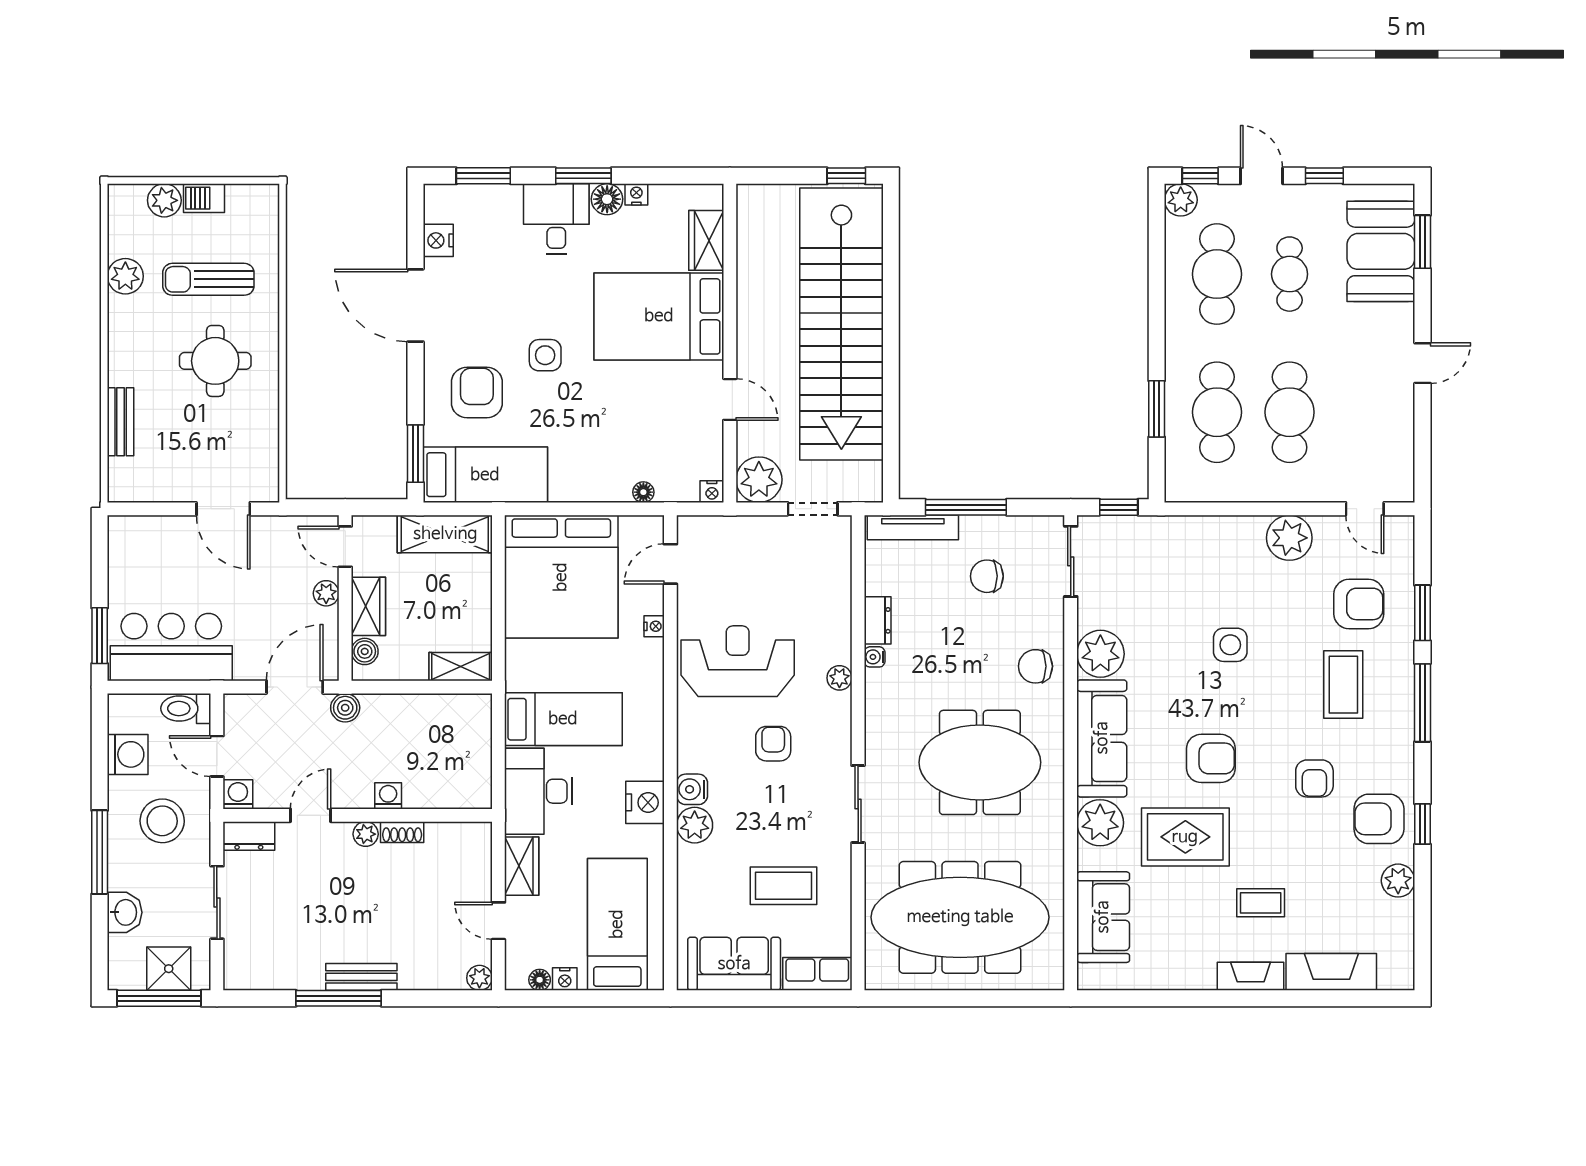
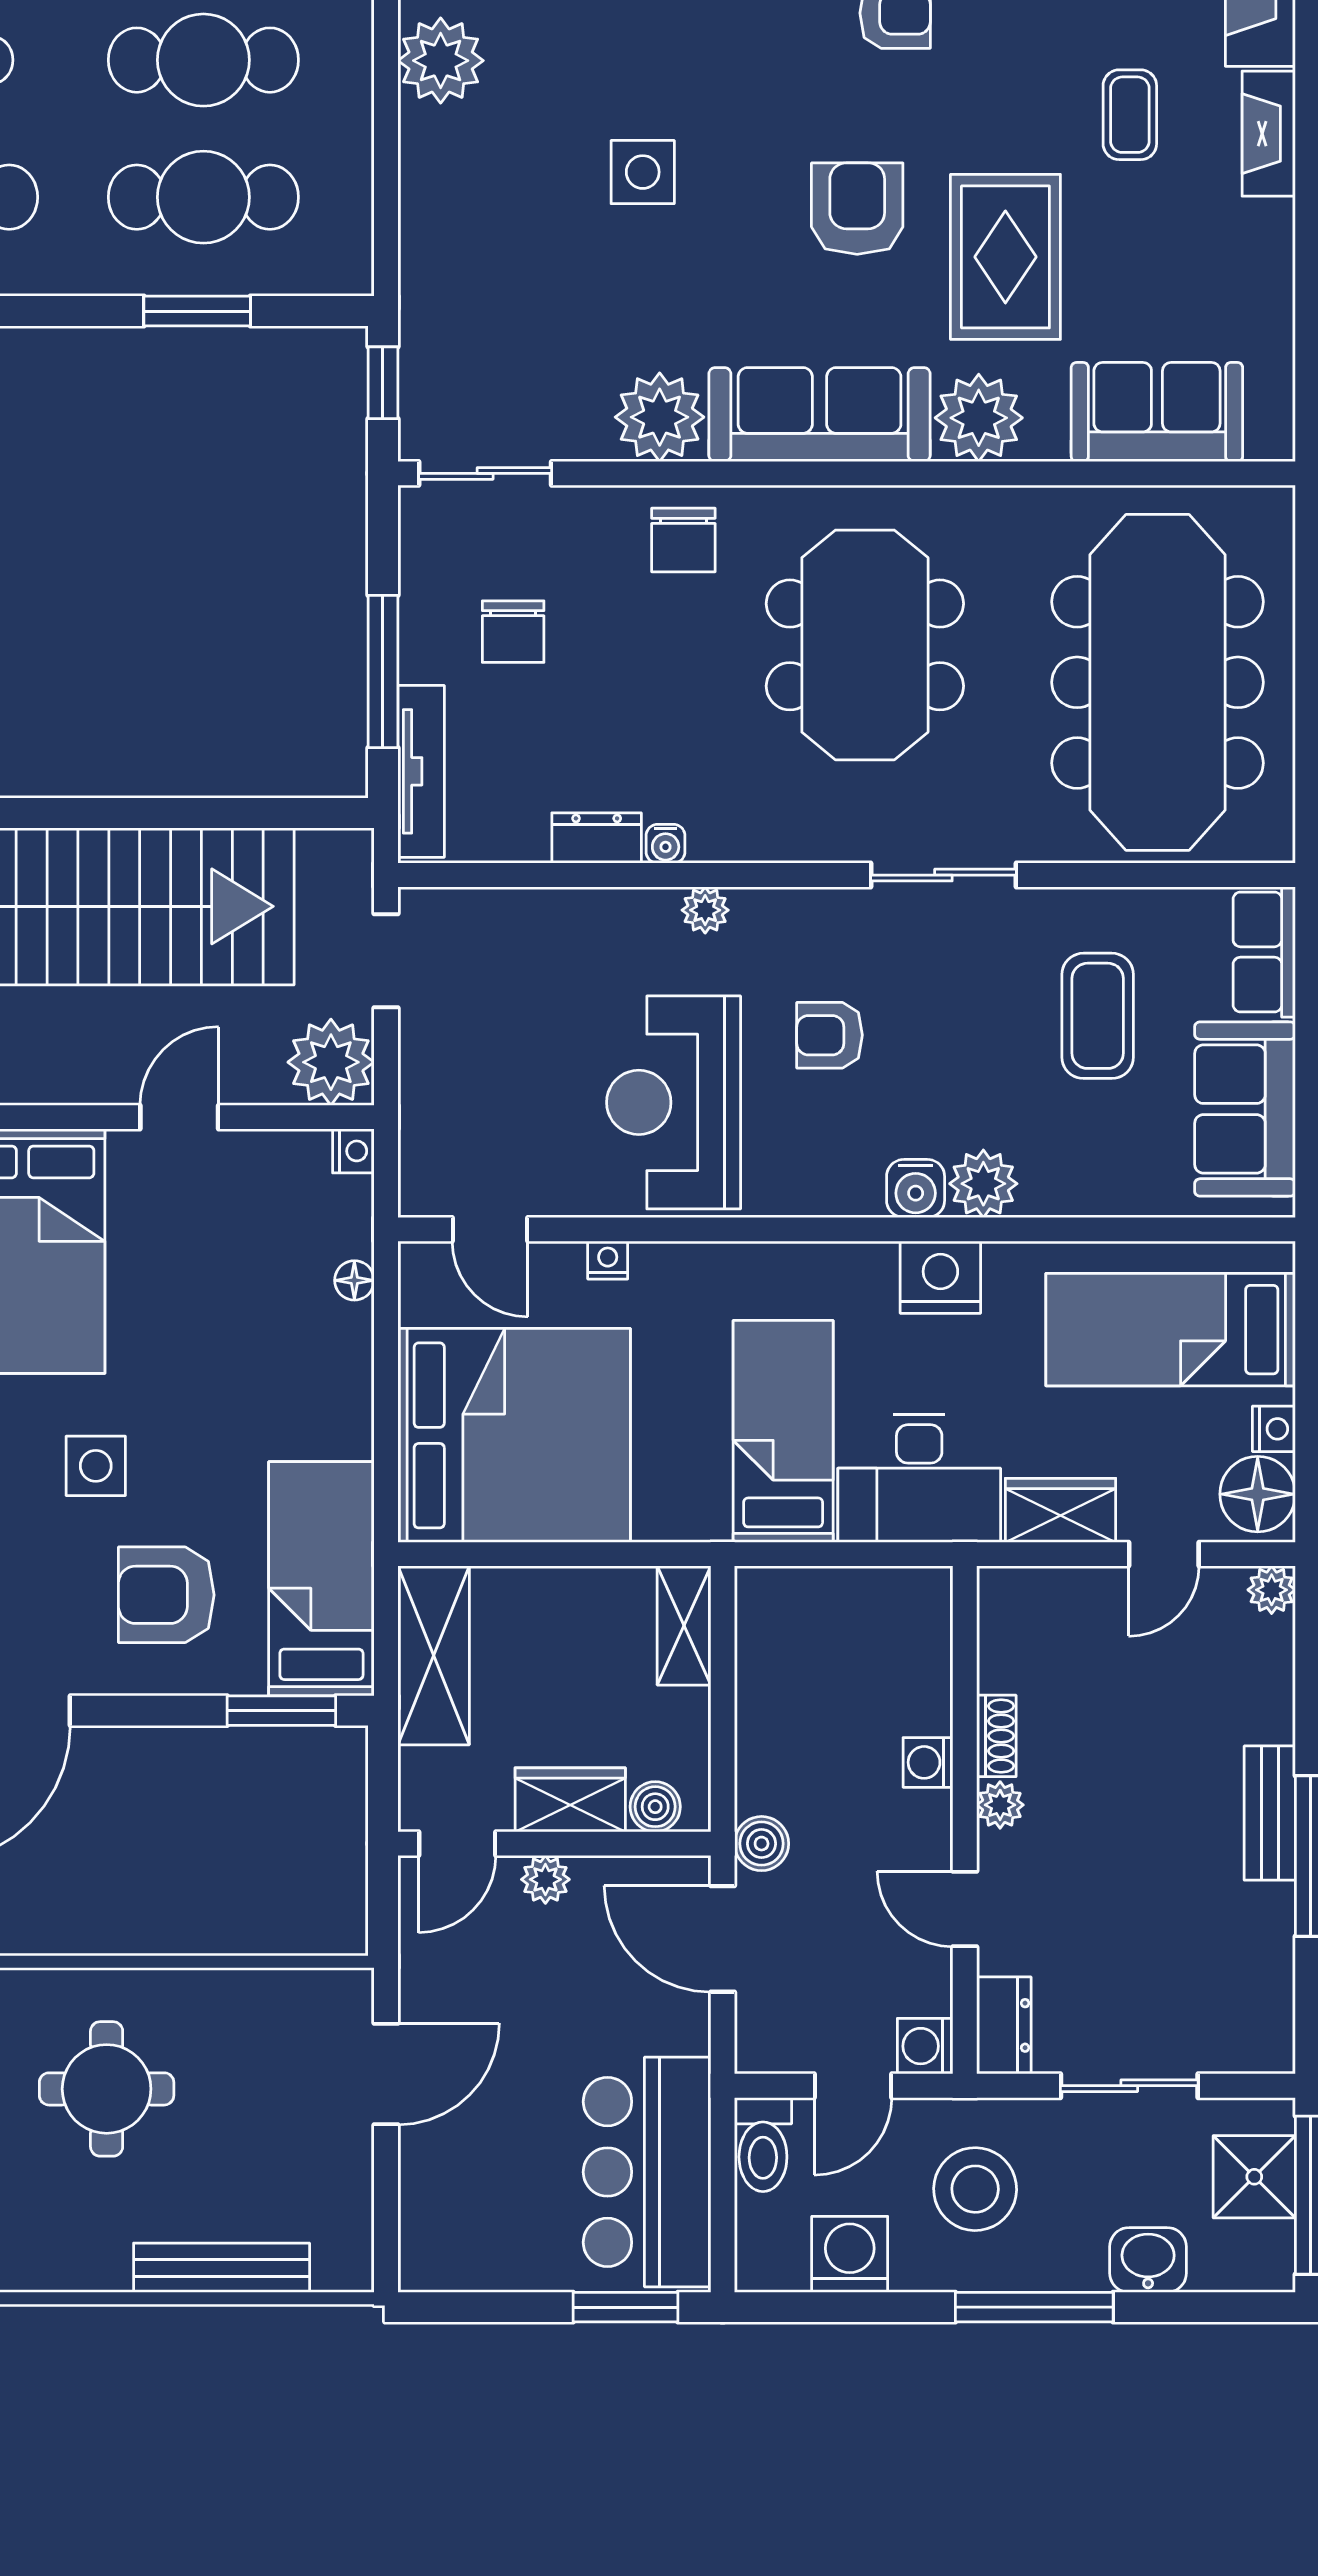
bench: (121, 422) -> (222, 2268), width x1.36
floor lamp: (540, 980) -> (1258, 1494), width x1.89, depth x1.89

